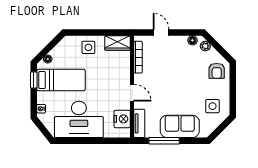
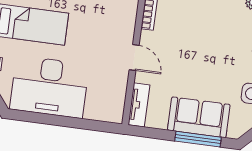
nightstand: (122, 119) -> (114, 95), removed
window: (164, 141) -> (198, 139), moved

